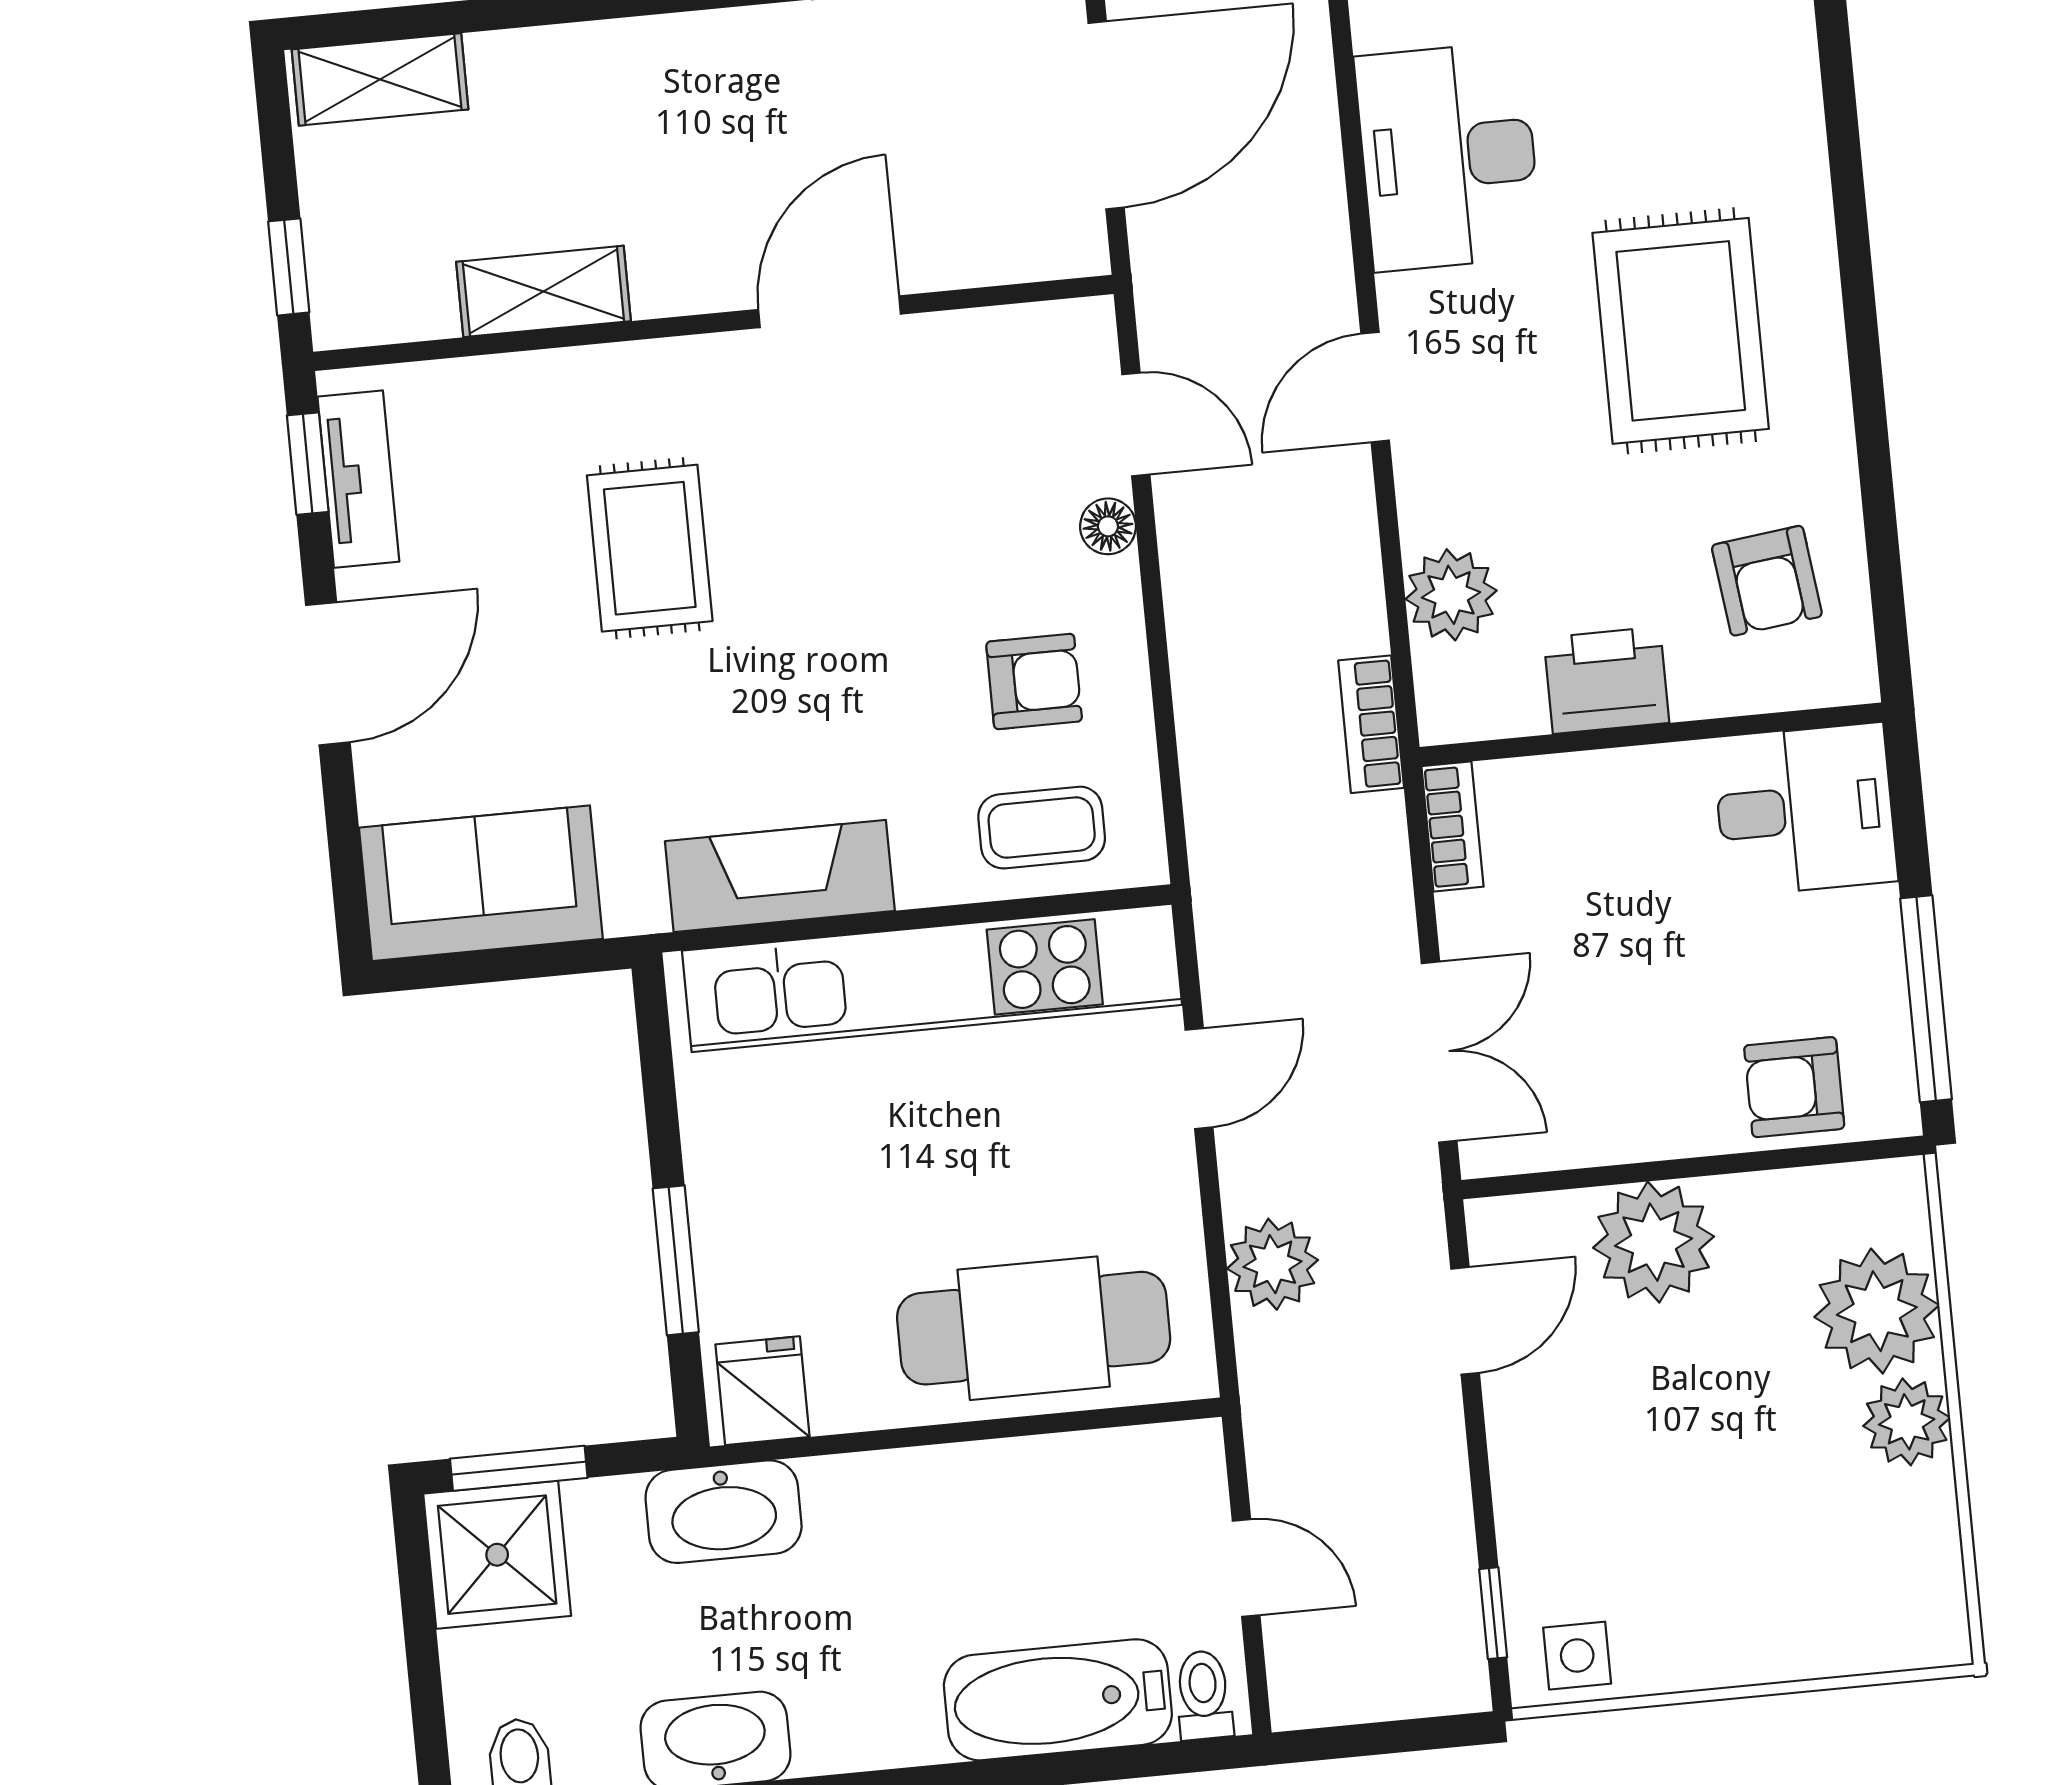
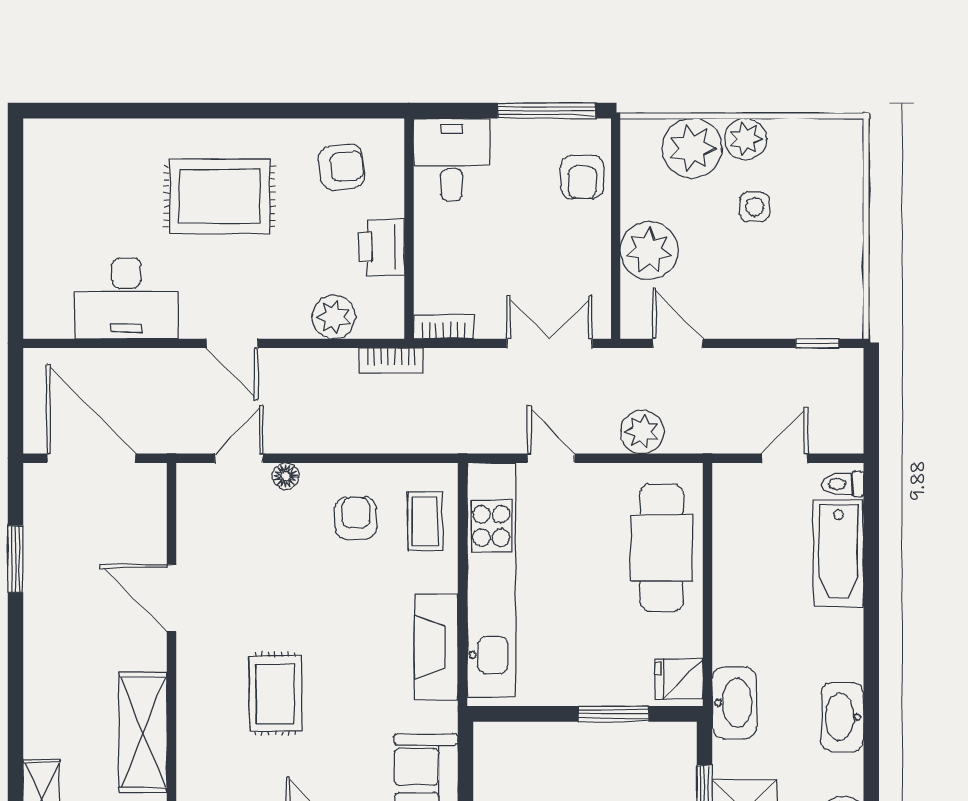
shelving: (543, 291) -> (143, 732), width x1.50, depth x1.33
rug: (650, 548) -> (275, 694), turned 90
side table: (1577, 1656) -> (754, 207), moved

